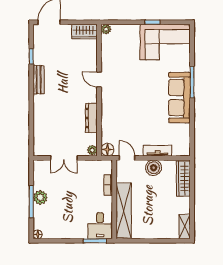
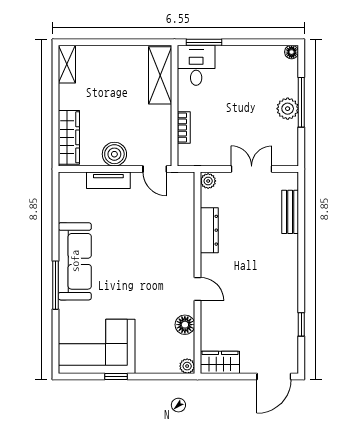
bench: (39, 80) -> (290, 212), moved
floor lamp: (107, 150) -> (185, 325), moved
shelving: (124, 210) -> (160, 75), width x0.68

